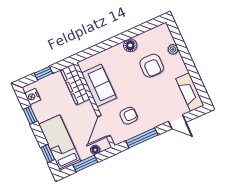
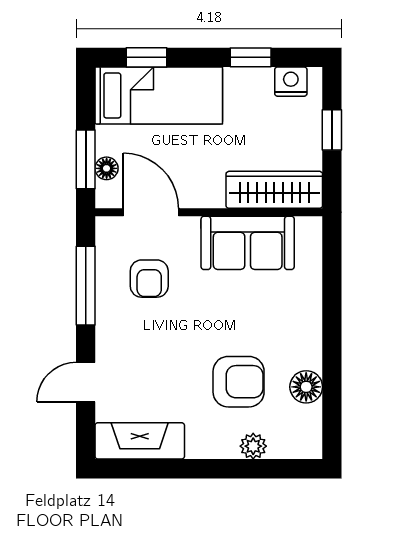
floor lamp: (130, 45) -> (306, 387), moved
armchair: (152, 66) -> (239, 382), turned 180
window: (85, 164) -> (86, 159), moved

